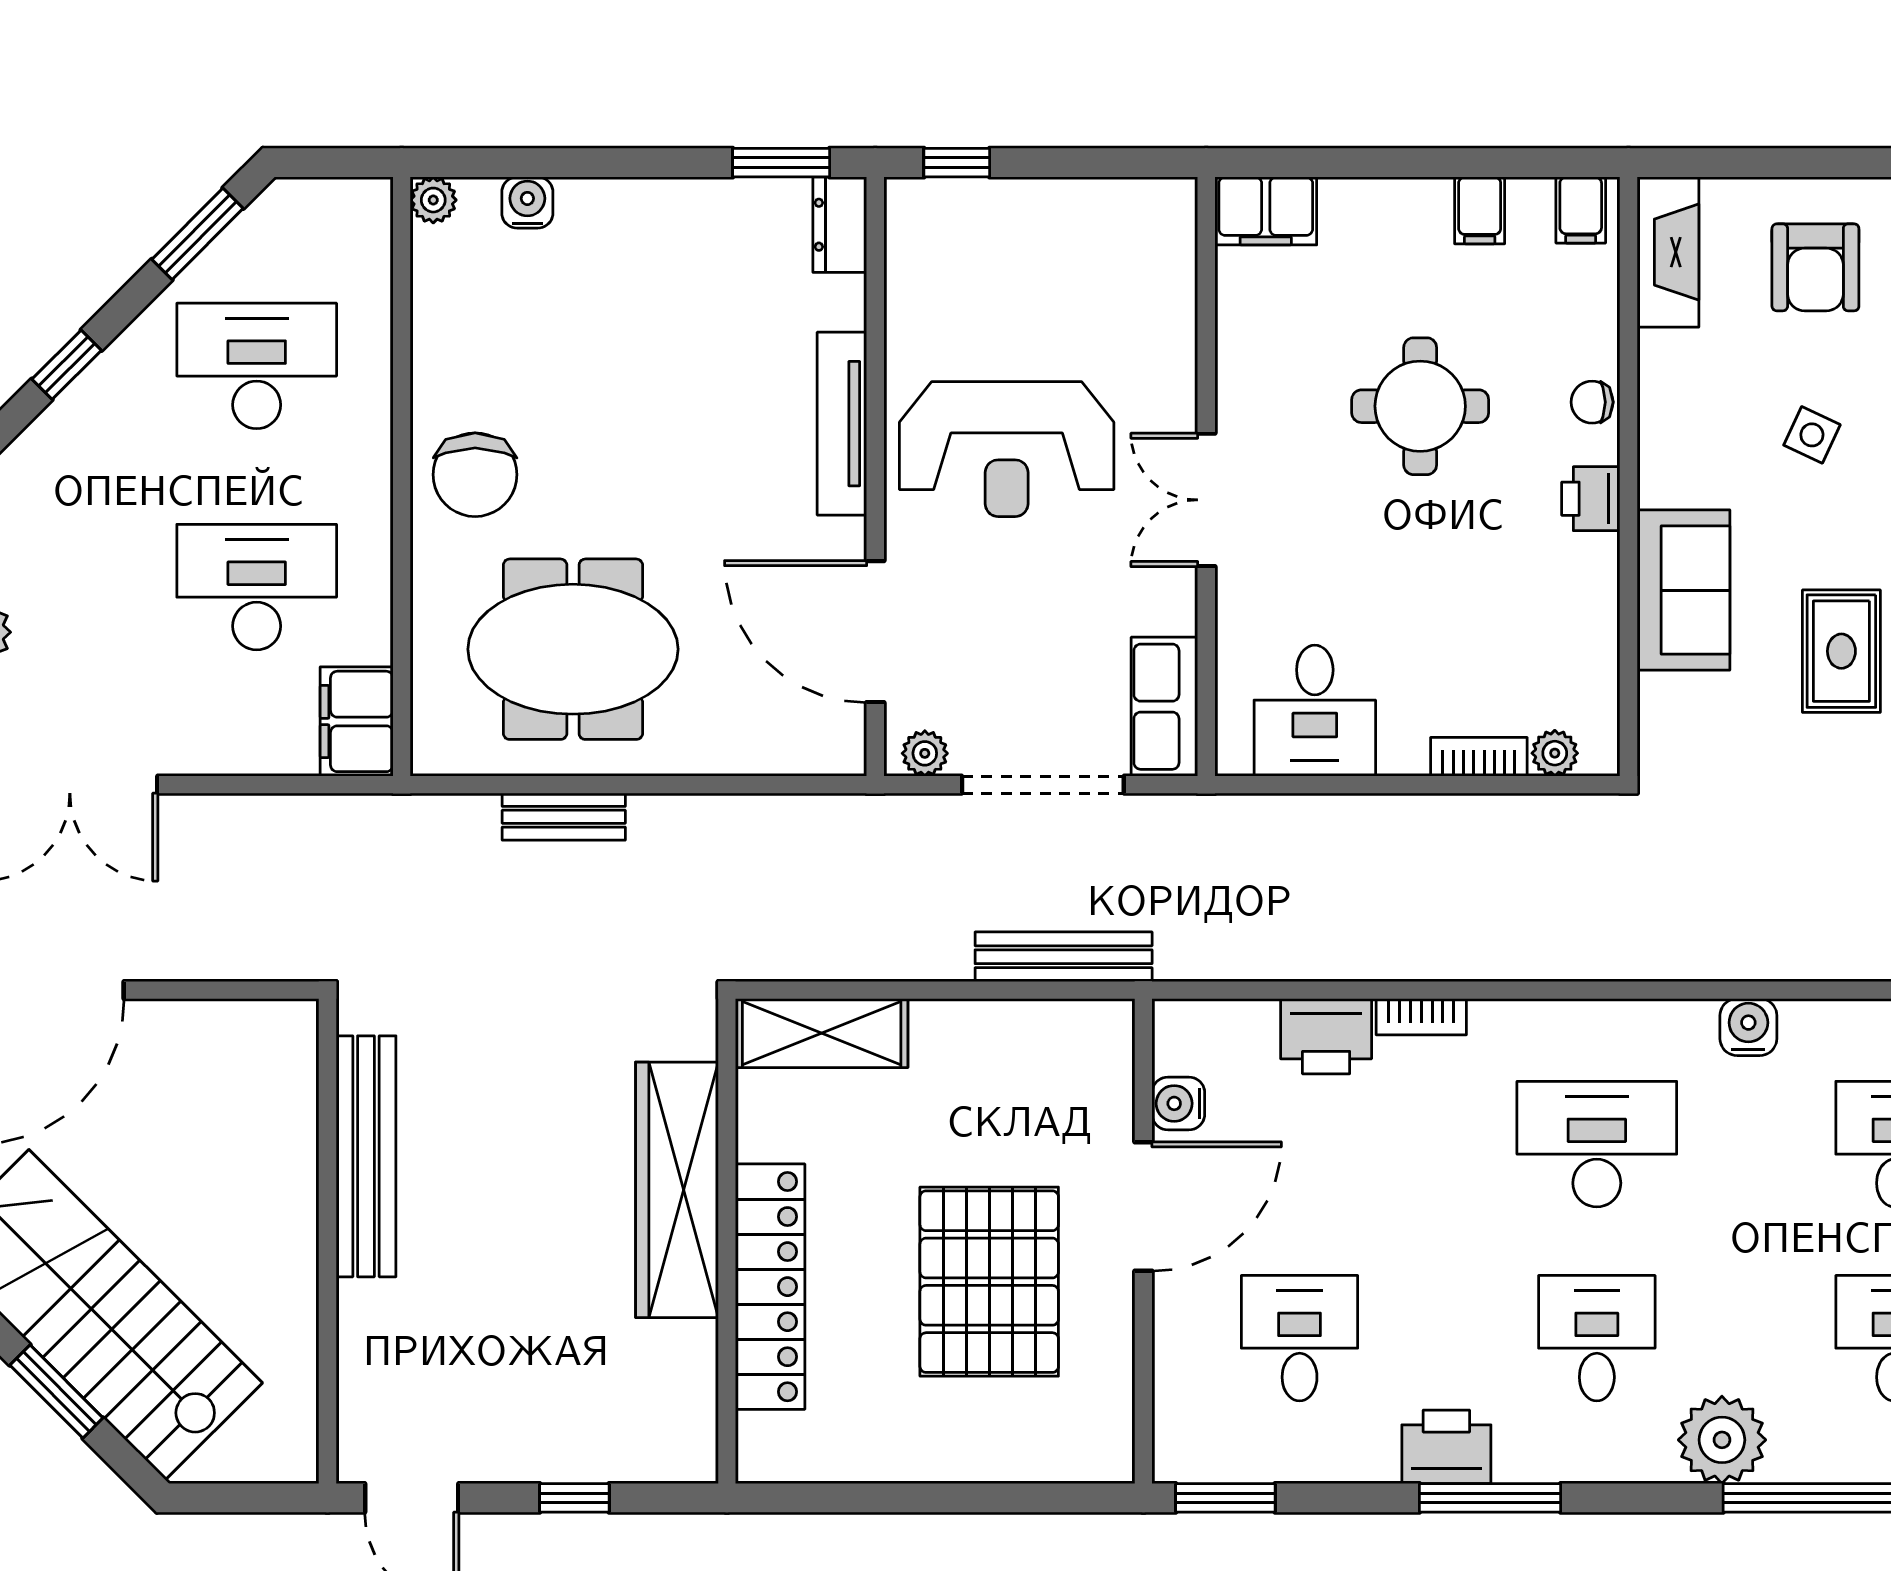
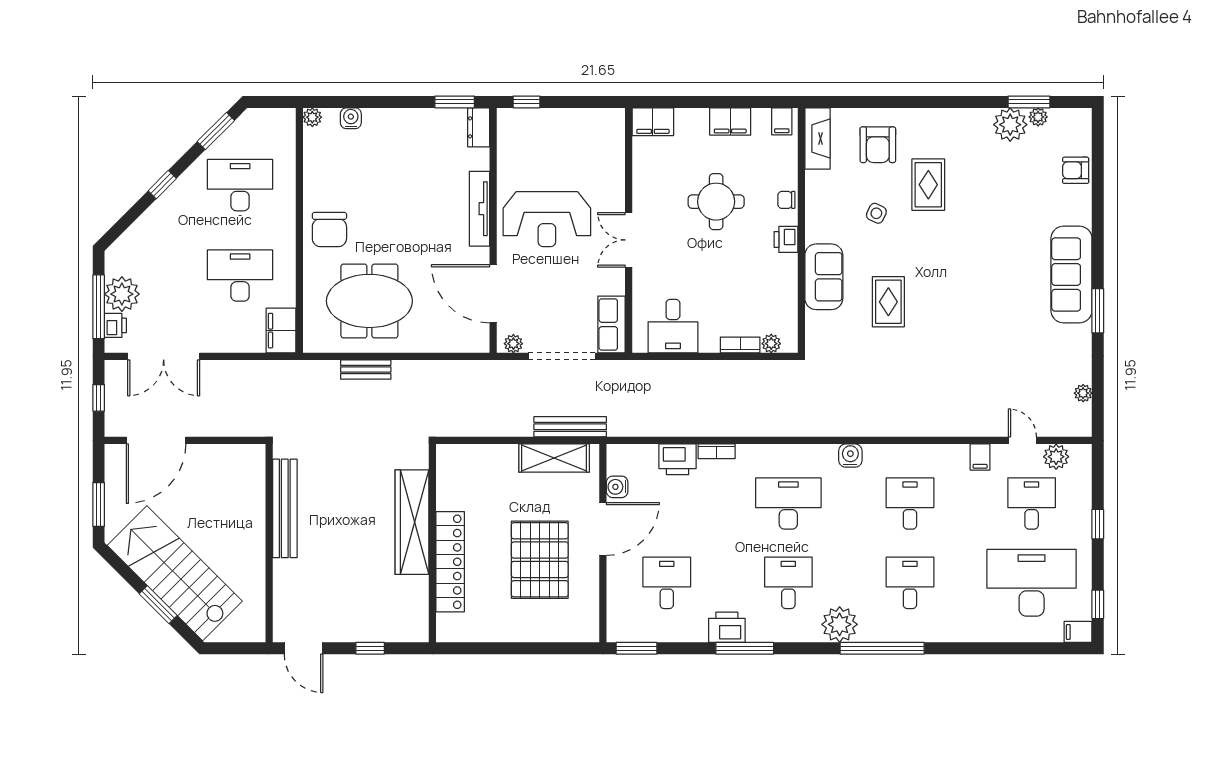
filing cabinet: (1480, 210) -> (730, 121), width x2.00
shelving: (822, 1033) -> (554, 458), moved

